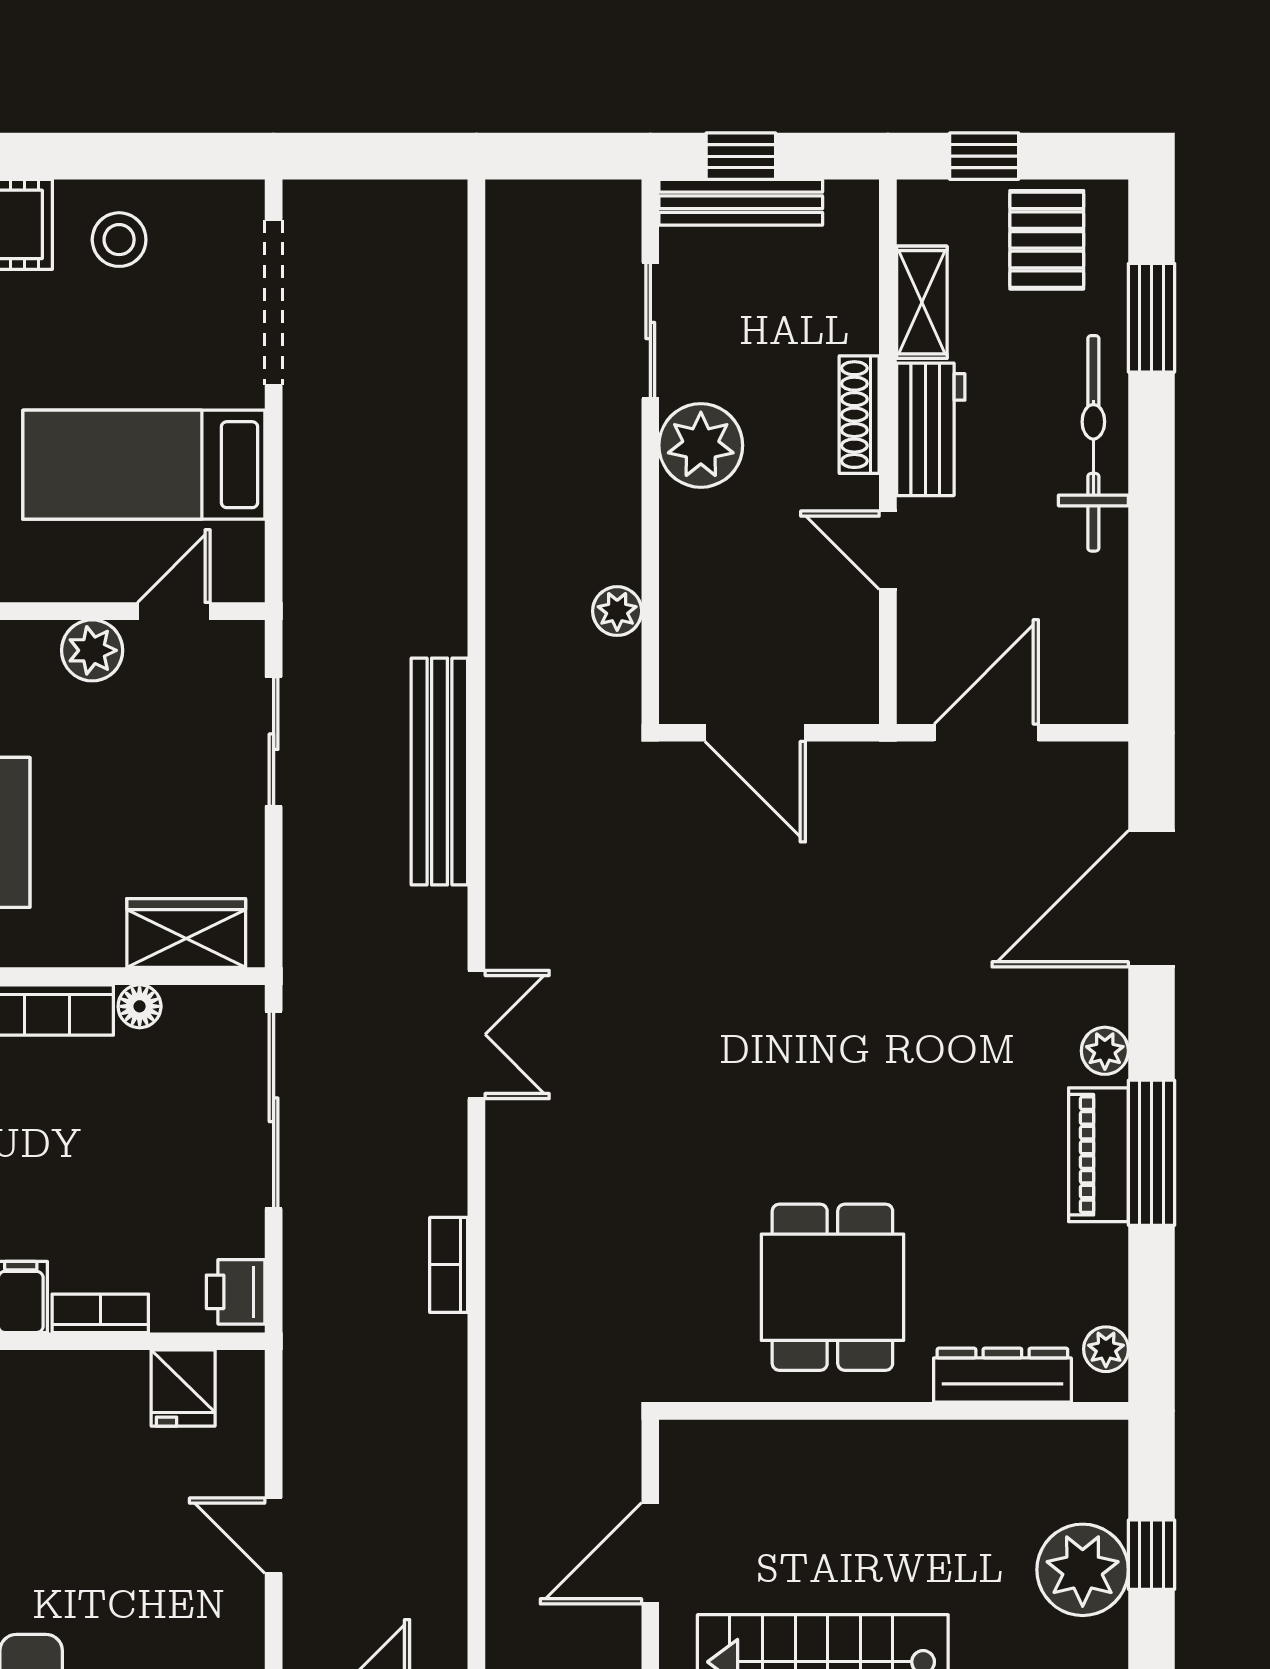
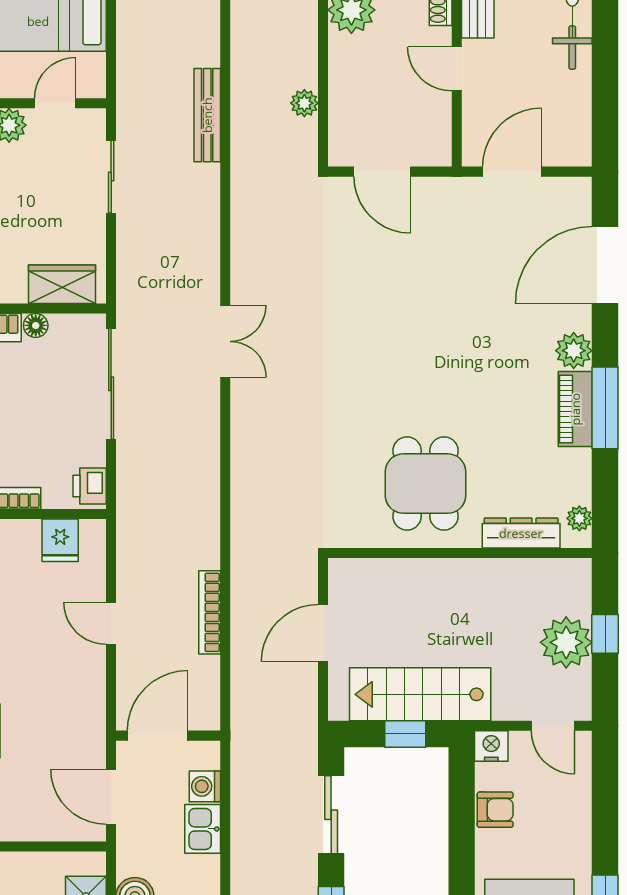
bench: (439, 771) -> (207, 115), moved, width x0.73, depth x0.82
plant: (1105, 1051) -> (574, 351), width x1.38, depth x1.38
bookcase: (449, 1265) -> (210, 612), moved, width x1.56

